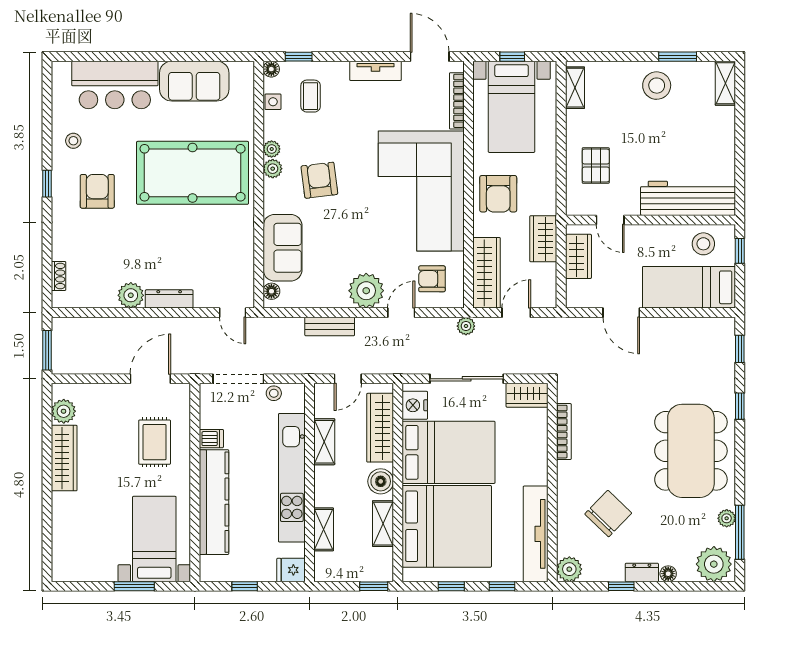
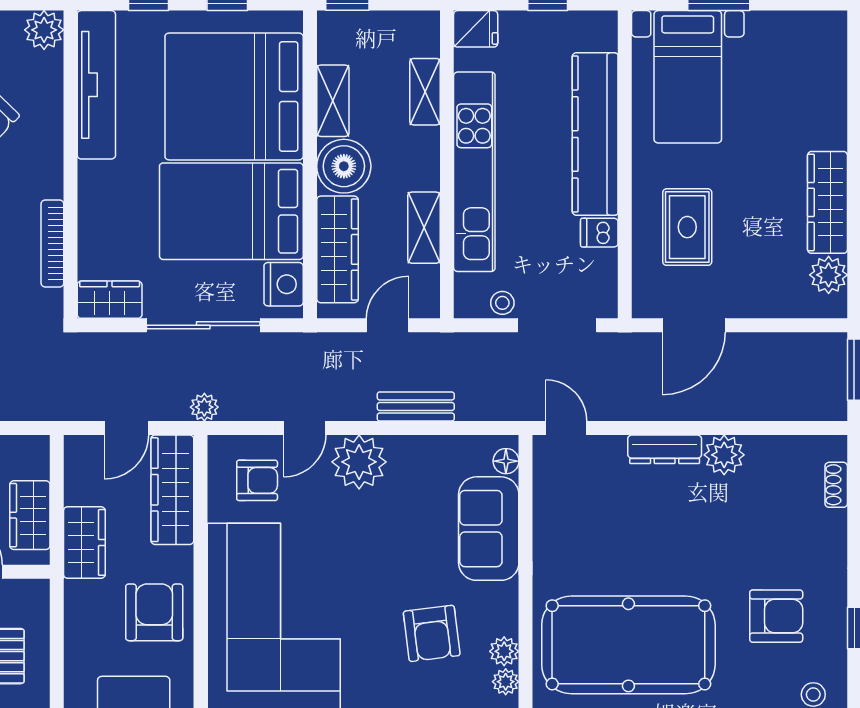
armchair: (97, 191) -> (776, 616), turned -90
boiler: (381, 481) -> (344, 166), width x1.37, depth x1.37

